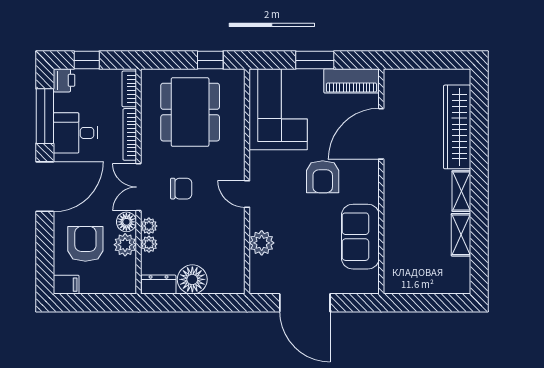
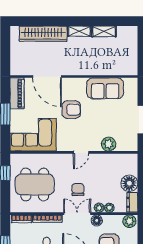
double door: (138, 187) -> (77, 214), swing flipped
plant: (125, 245) -> (129, 221), moved

